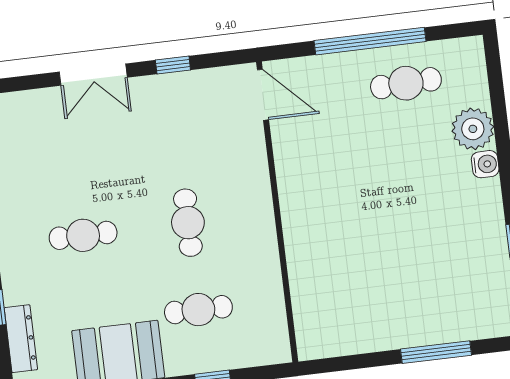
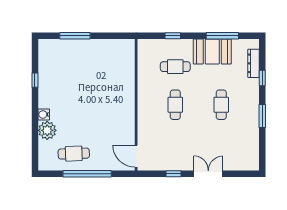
cafe table: (83, 235) -> (221, 105), turned 90

